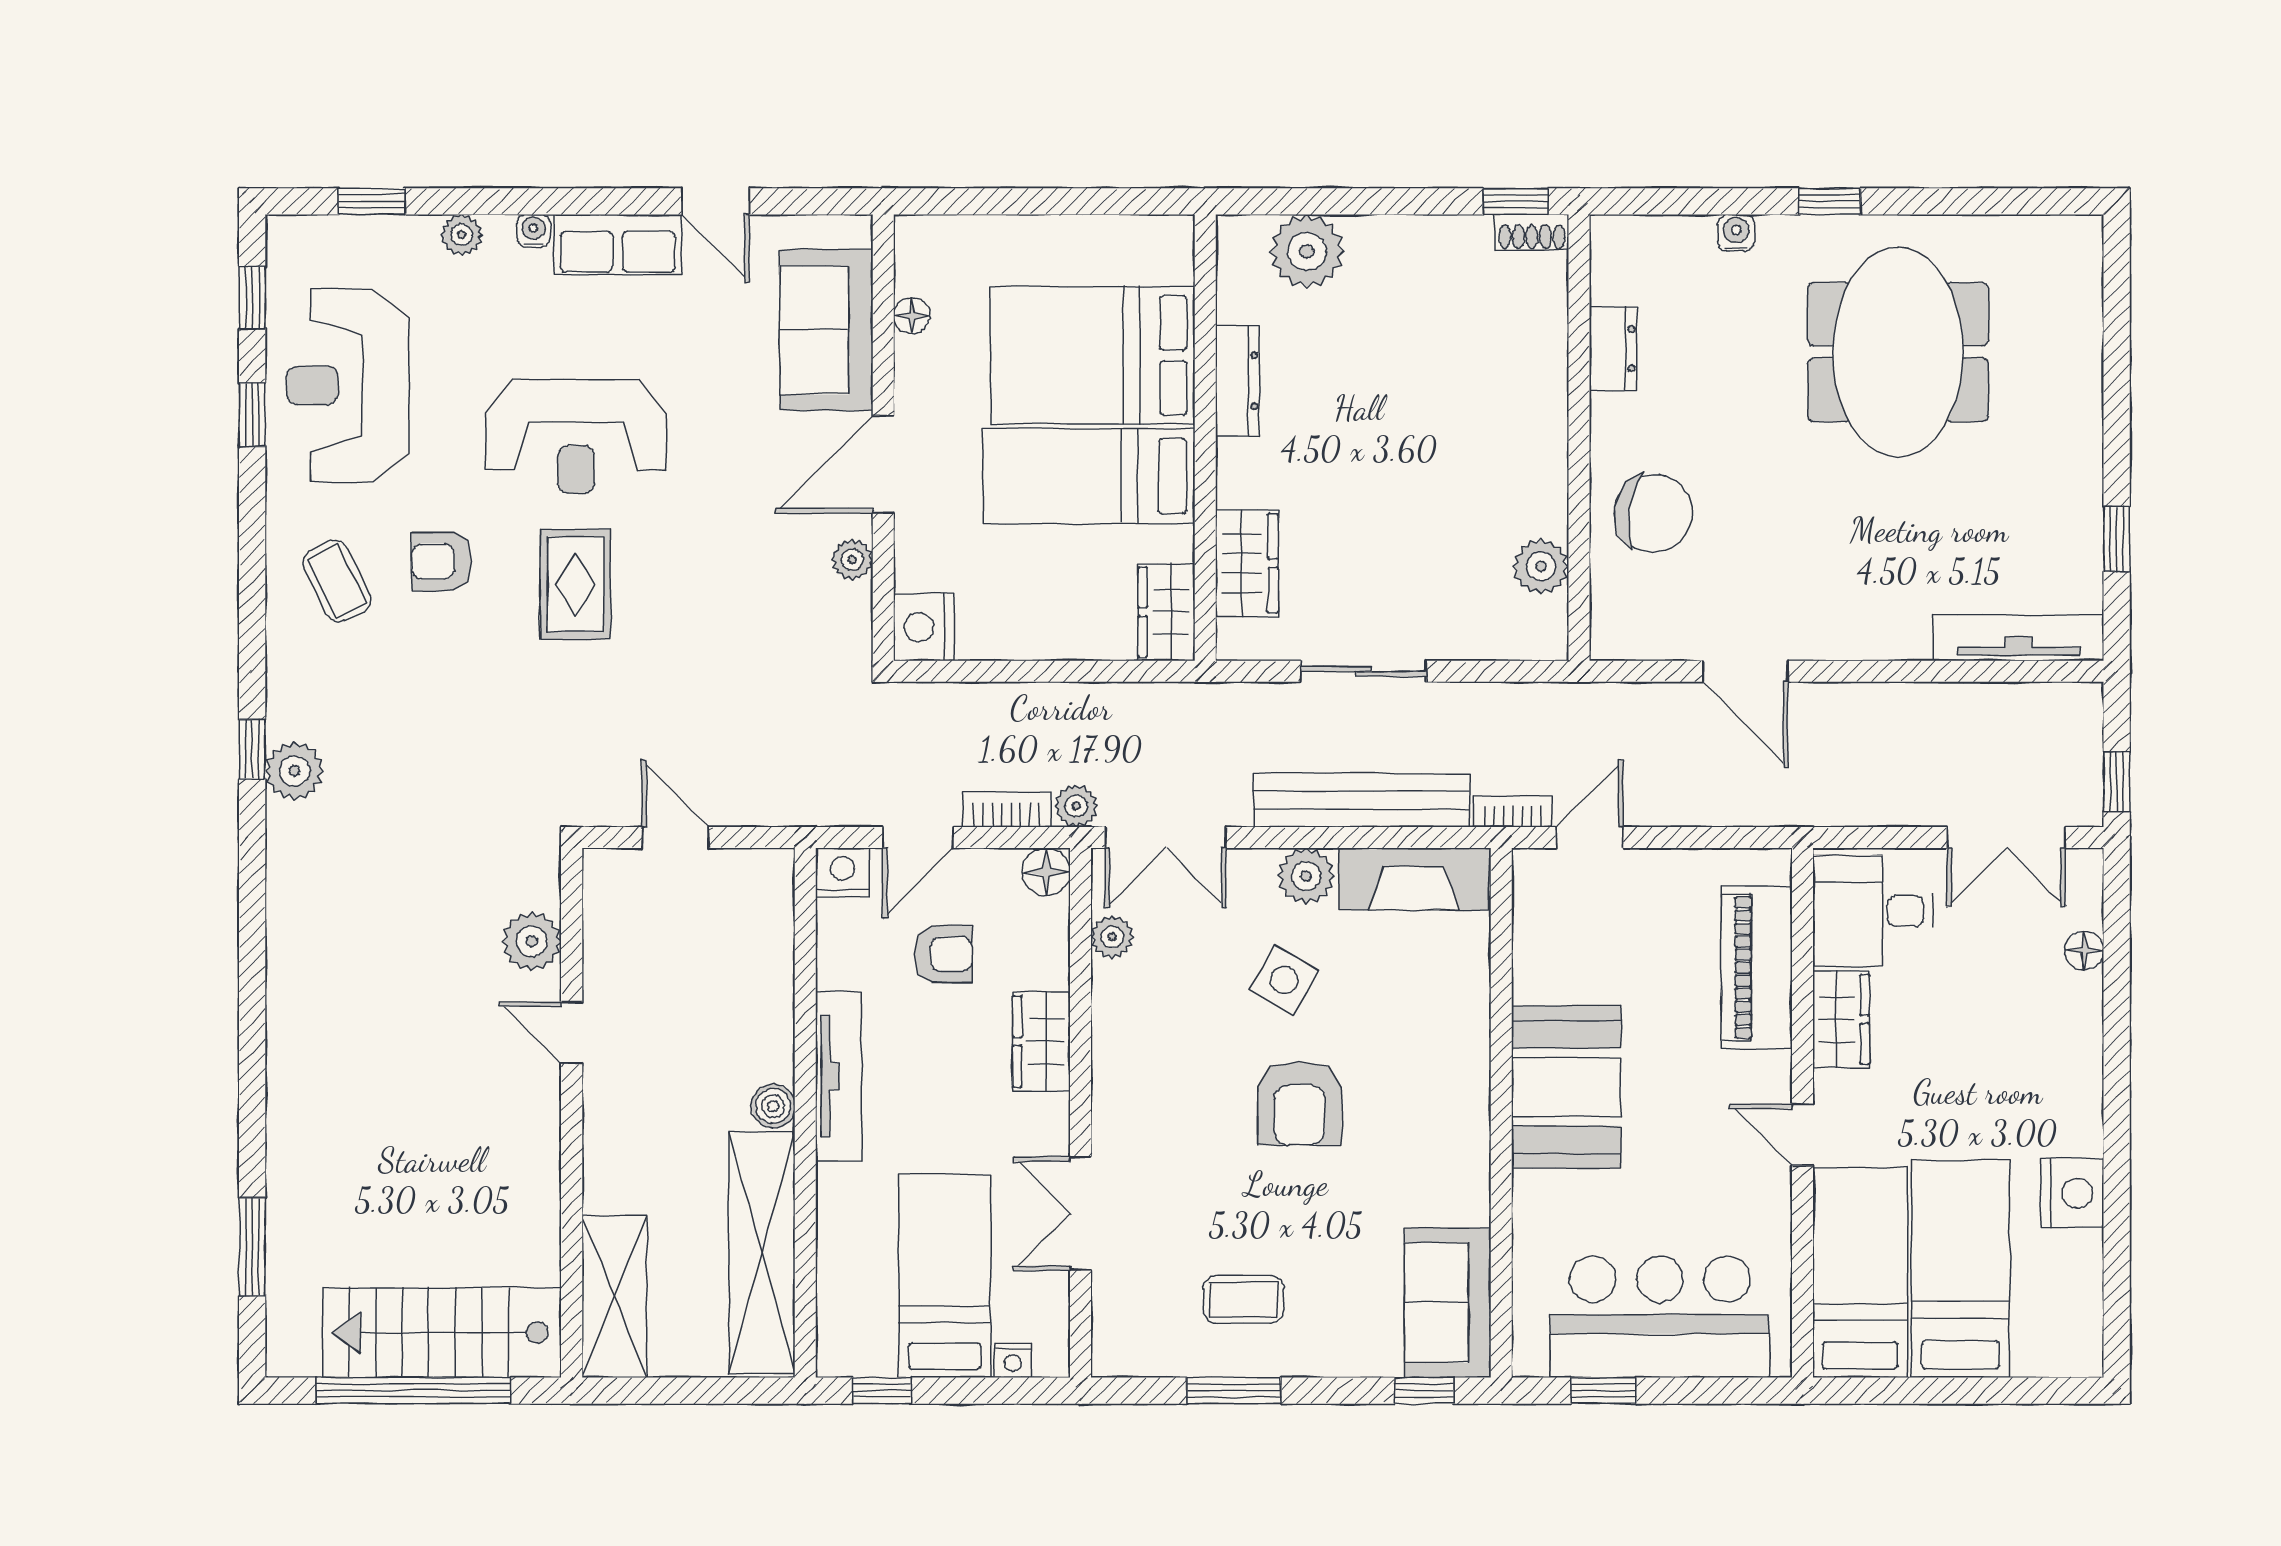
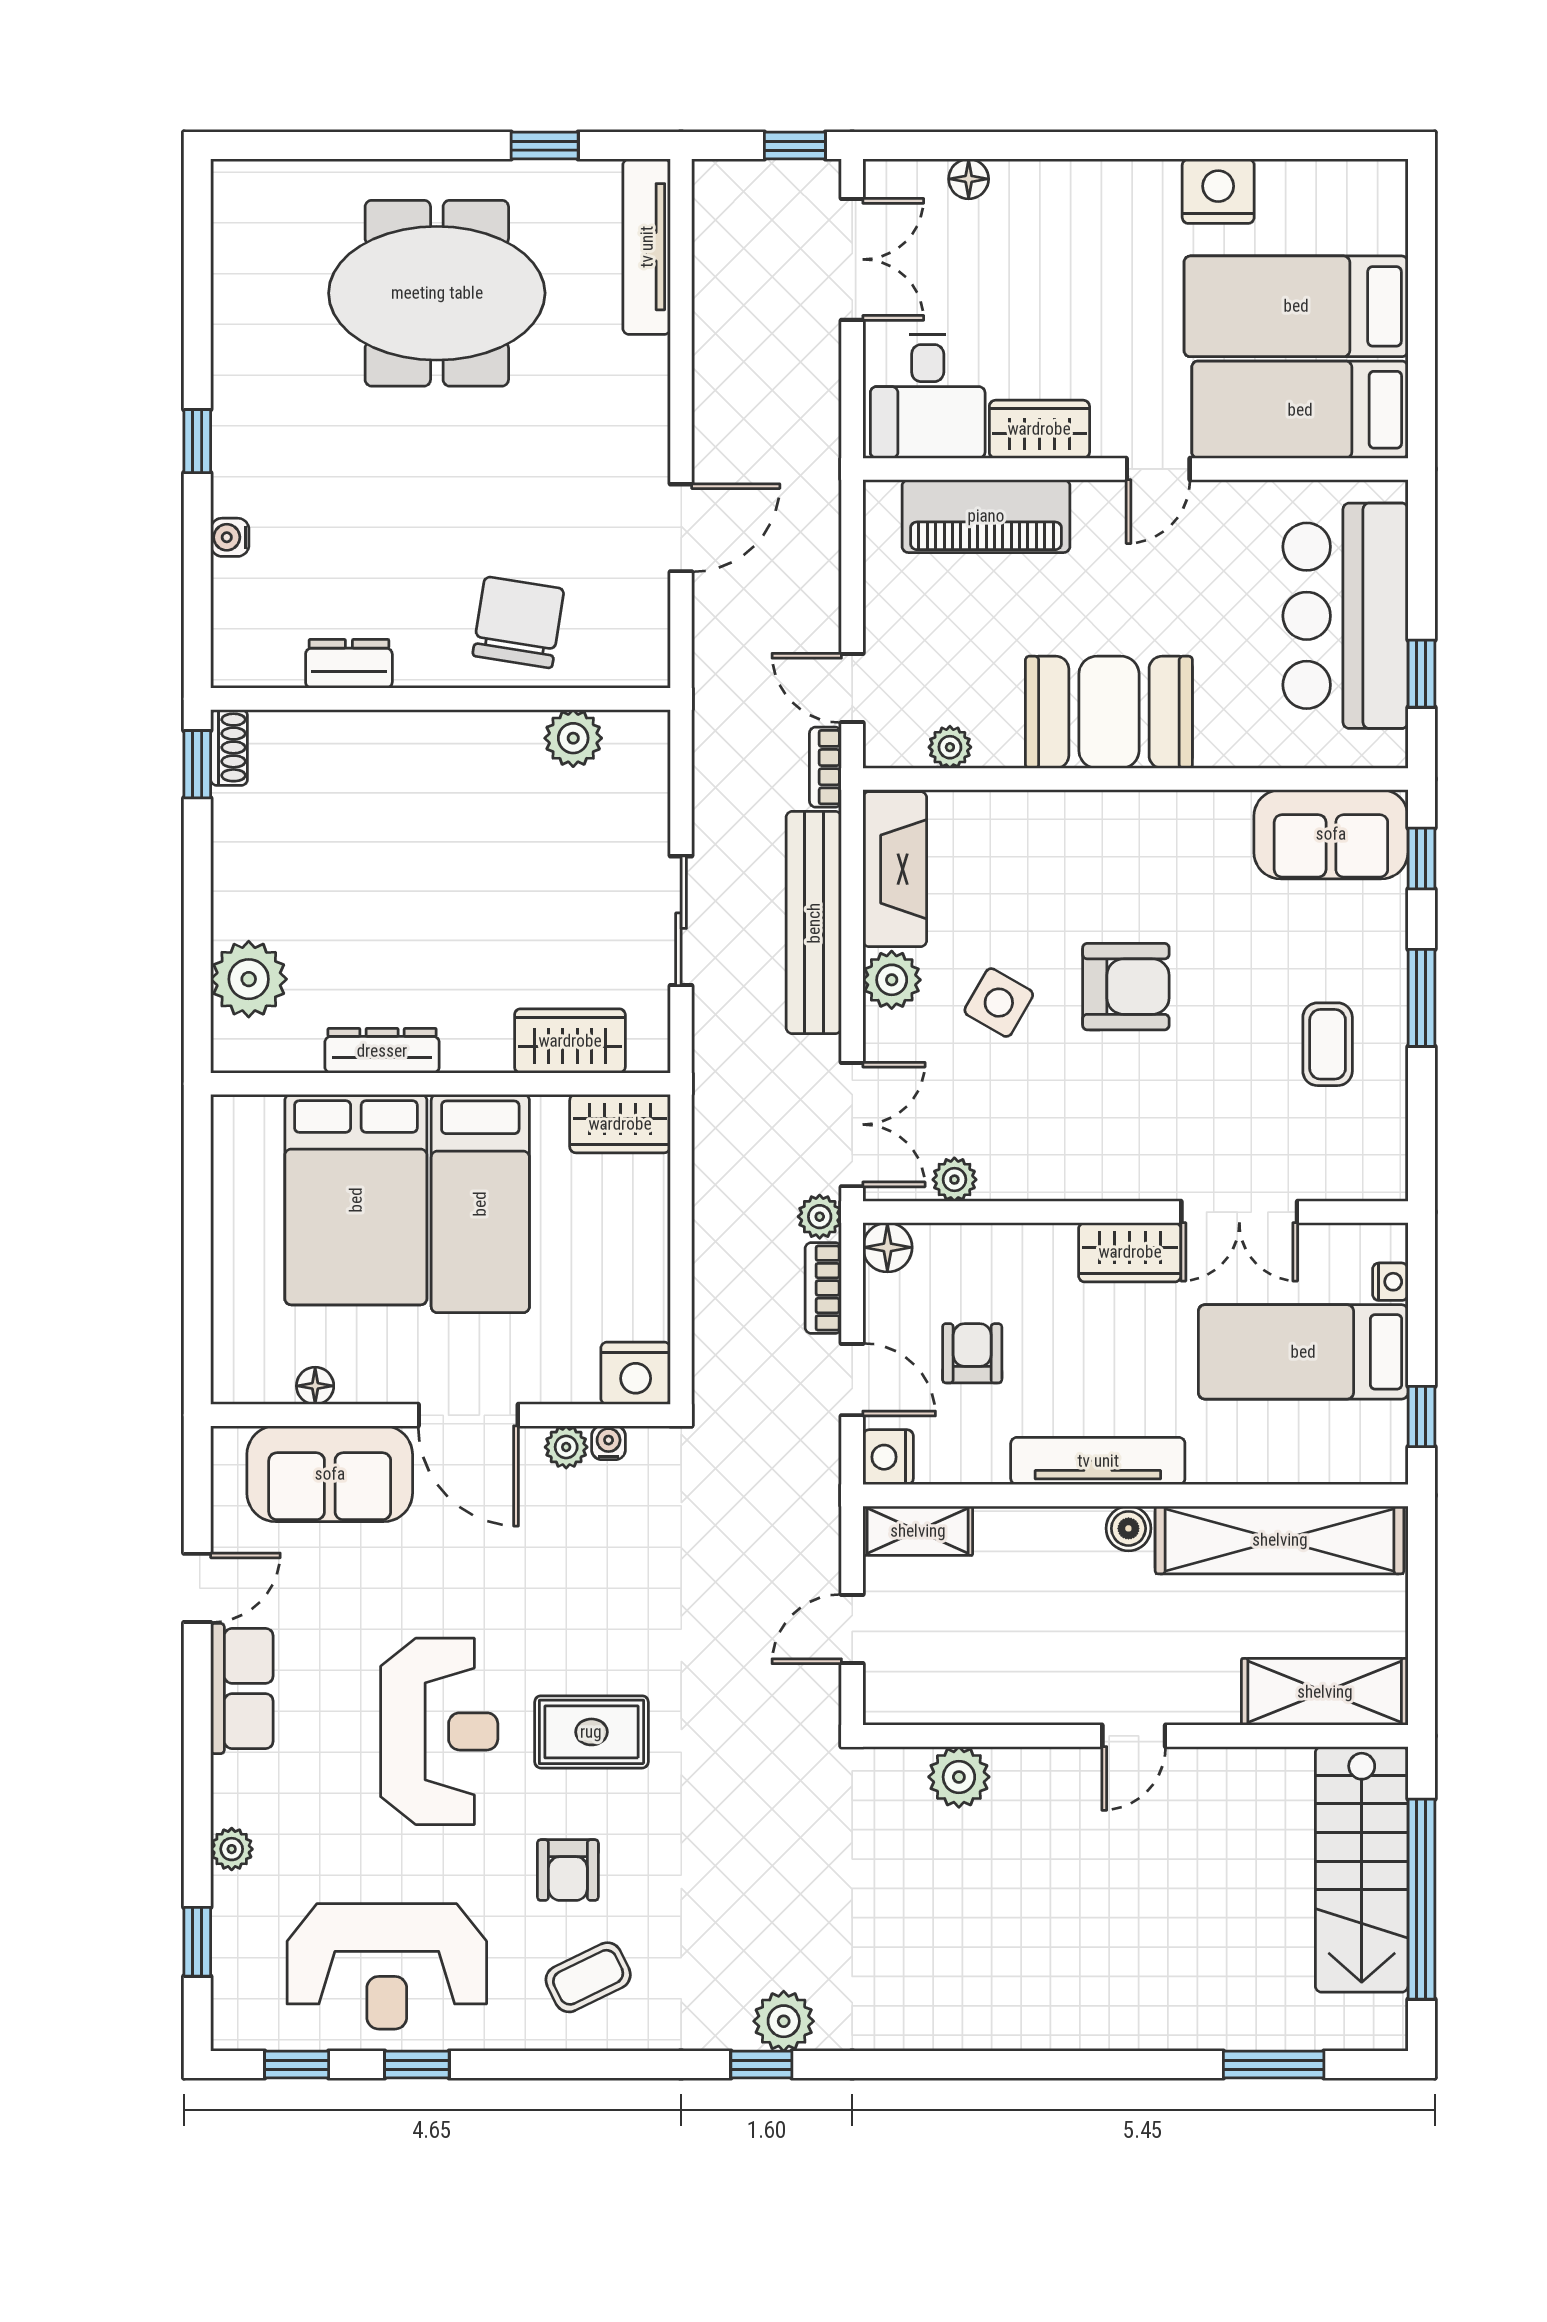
water cooler: (534, 231) -> (609, 1443), moved, turned 90
meeting table: (1898, 352) -> (437, 293), moved
shelving: (771, 901) -> (918, 1531), added
plant: (1532, 932) -> (950, 747), added
door: (572, 1033) -> (1134, 1736), moved
wardrobe: (1041, 1041) -> (1130, 1252), moved
window: (1234, 1391) -> (1421, 998), moved

